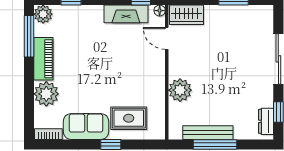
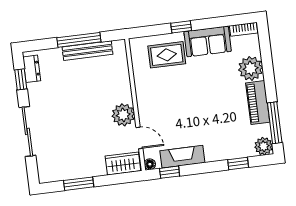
plant: (180, 90) -> (123, 115), moved

